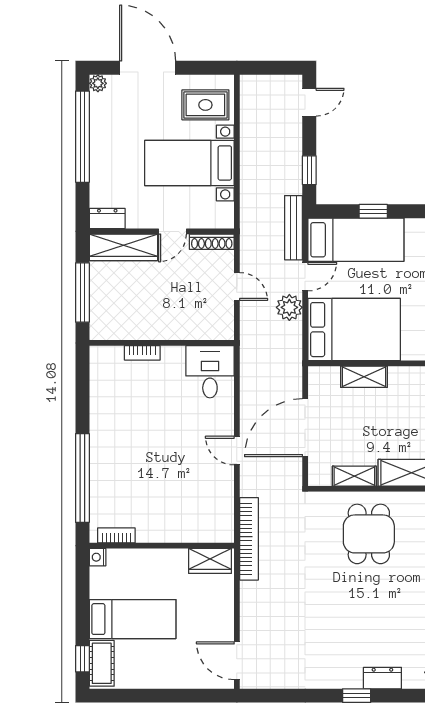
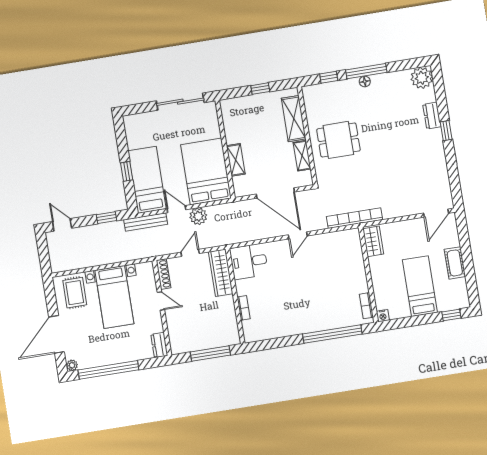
wardrobe: (123, 247) -> (221, 273), moved, turned 180
cot: (102, 663) -> (455, 263), moved, turned 90

